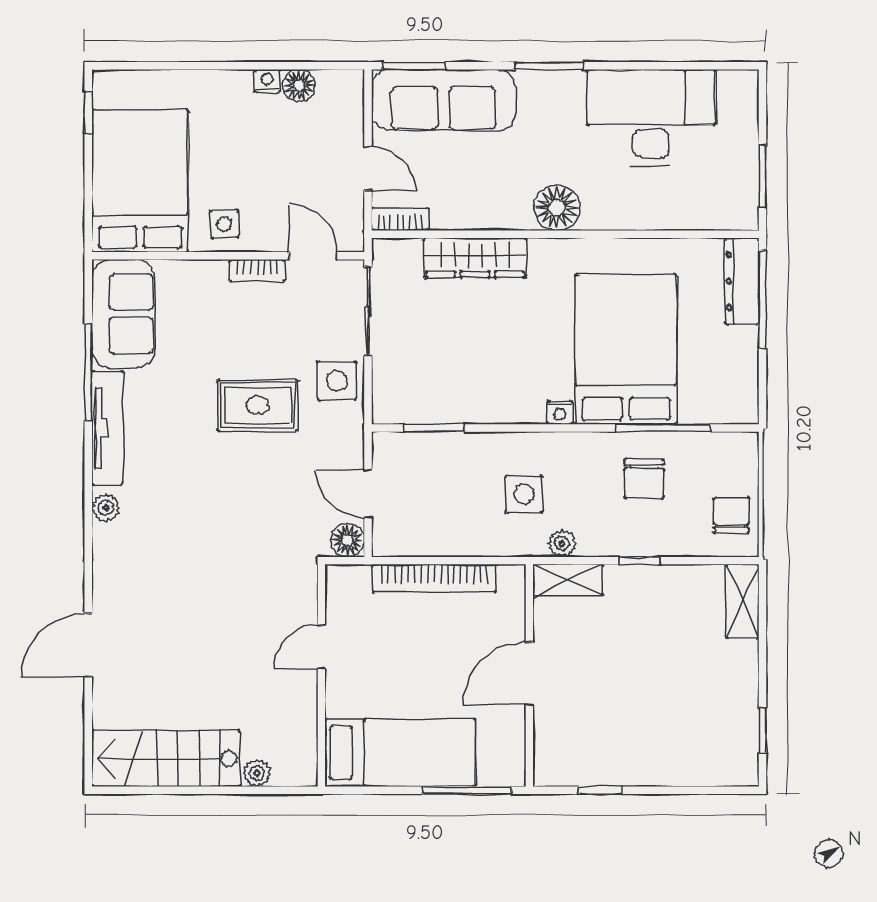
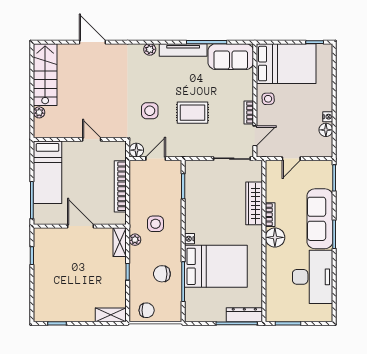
sofa: (444, 100) -> (320, 219), moved
bookcase: (400, 219) -> (270, 215), moved
side table: (337, 381) -> (150, 111), moved
rug: (258, 405) -> (192, 113), turned 90

